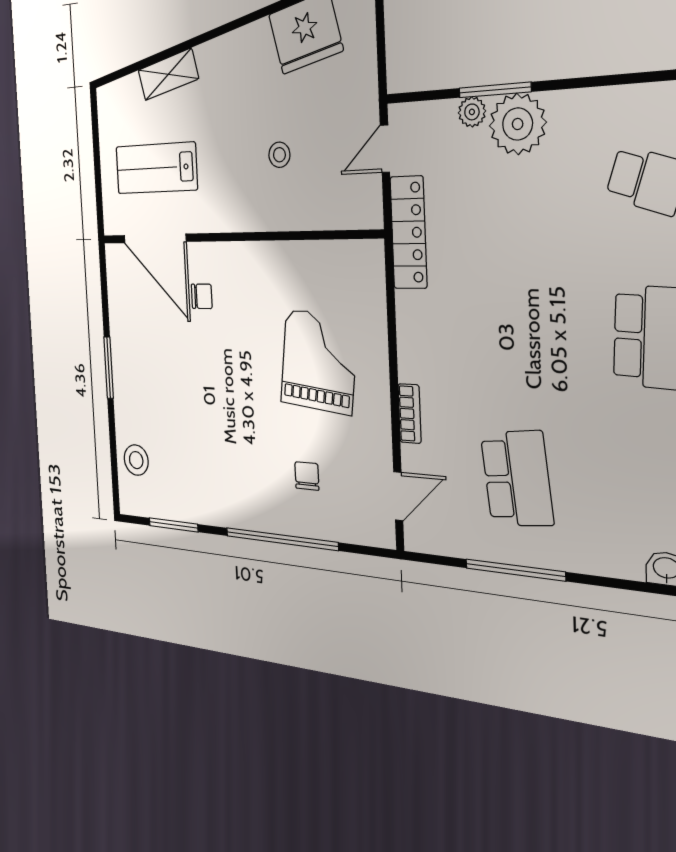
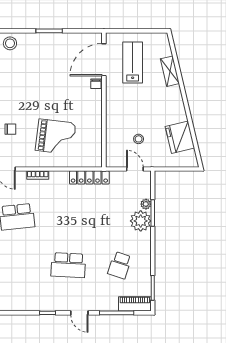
stool: (279, 155) -> (139, 139), moved
locker: (409, 232) -> (89, 177), moved
chair: (202, 296) -> (96, 84), moved

